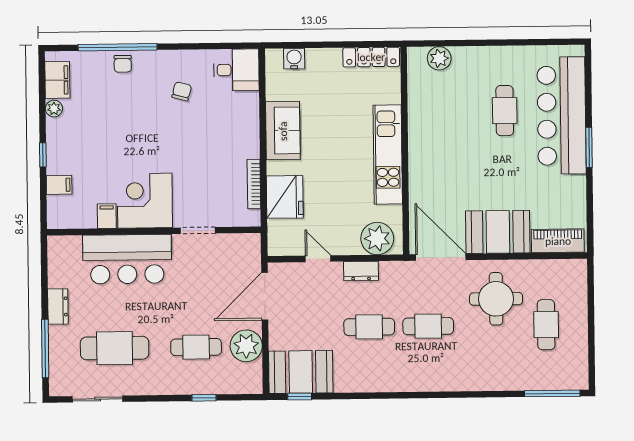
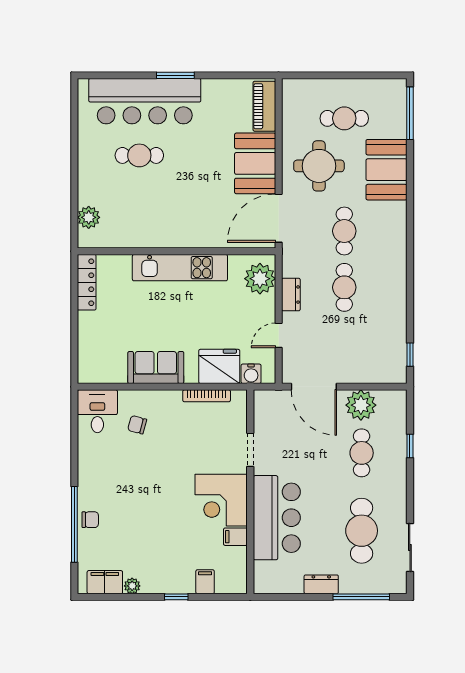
water cooler: (294, 59) -> (251, 374), moved, turned -90
chair: (182, 91) -> (137, 425), moved
booth: (301, 372) -> (387, 170), moved

